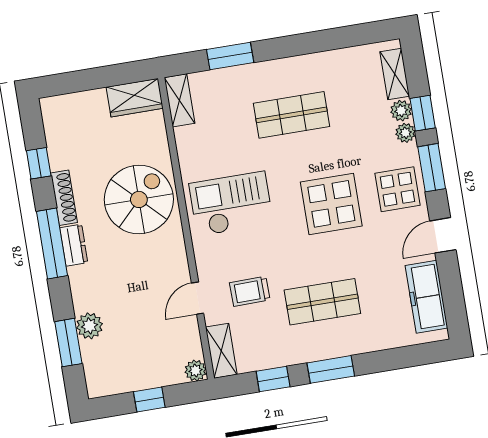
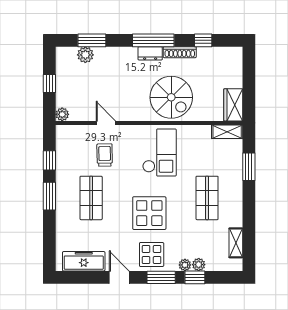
shelving: (395, 74) -> (236, 243), moved, turned 90
plant: (89, 326) -> (85, 55), moved
shelving: (221, 351) -> (72, 132), removed

